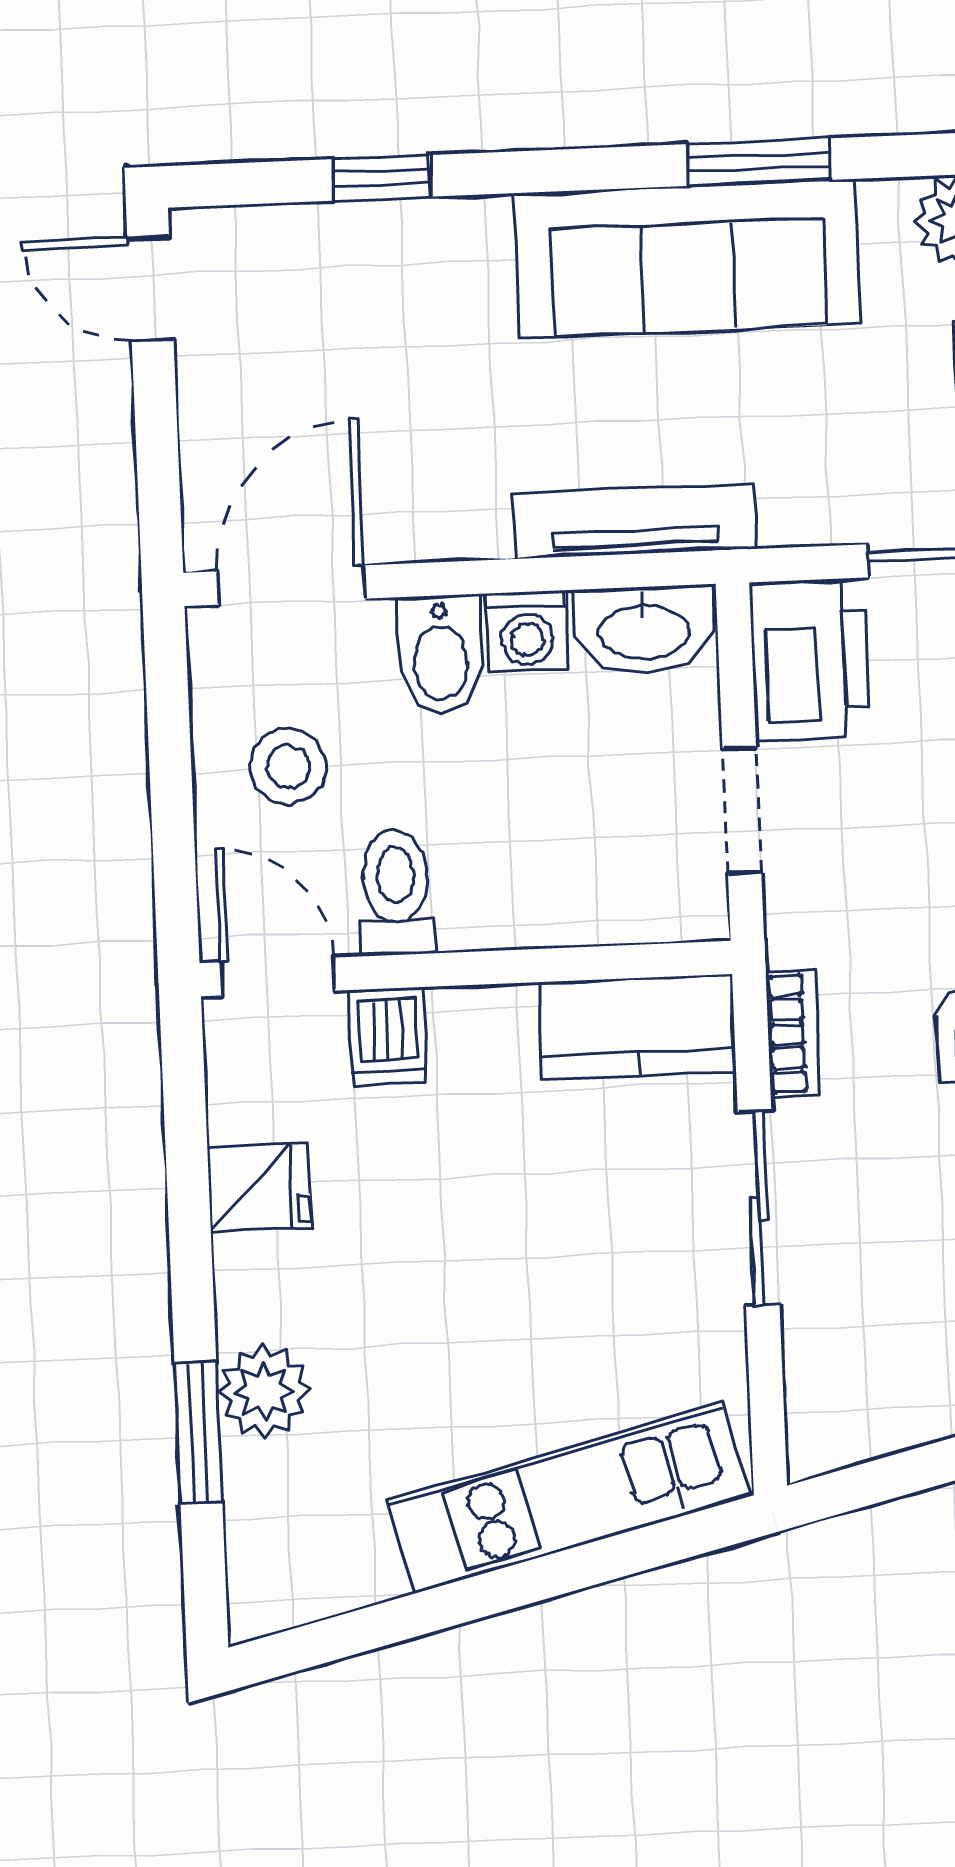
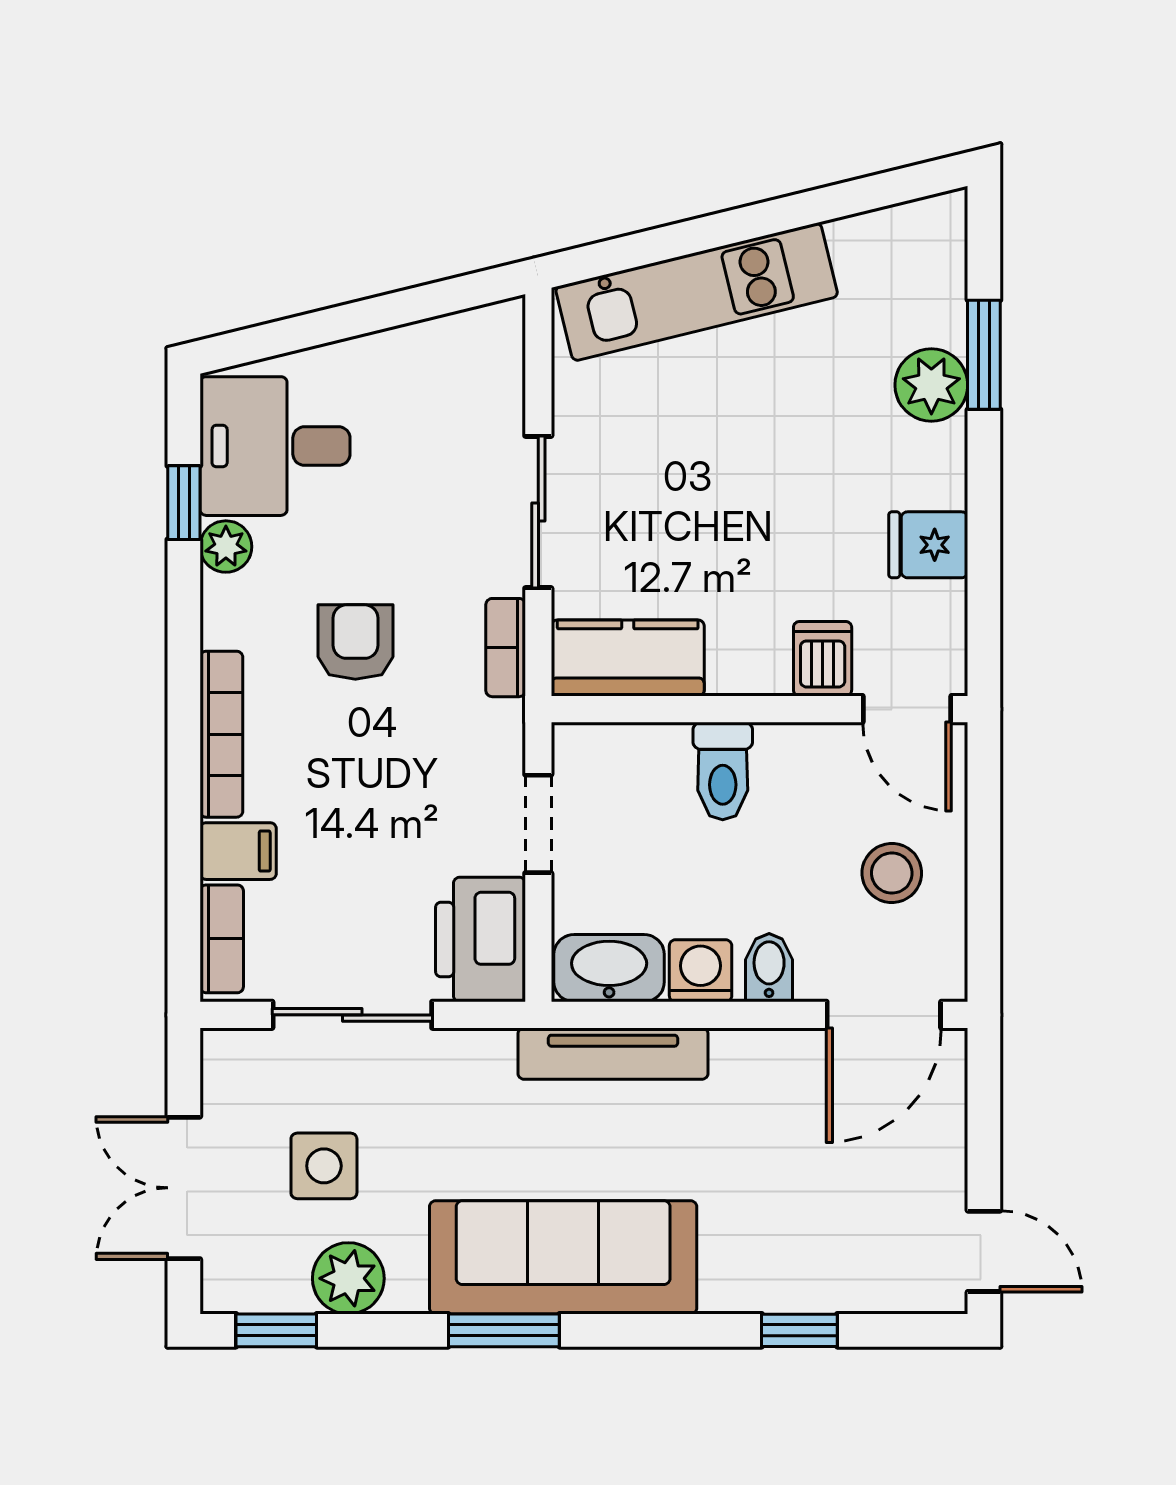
bidet: (440, 655) -> (769, 968), width x0.72, depth x0.74
toilet: (396, 892) -> (723, 771), moved

